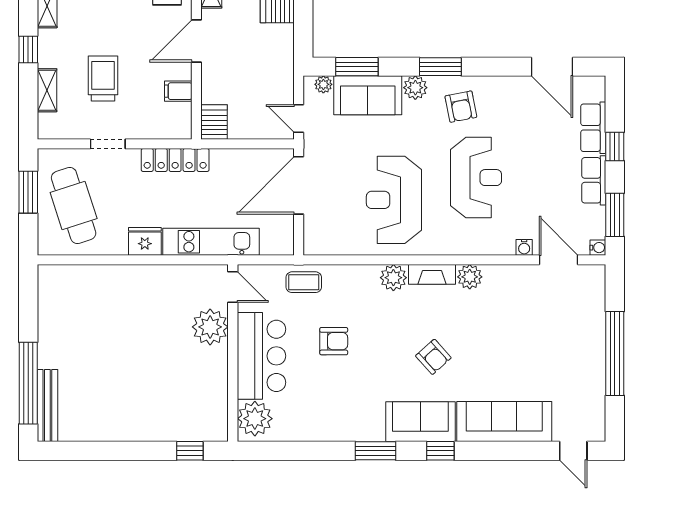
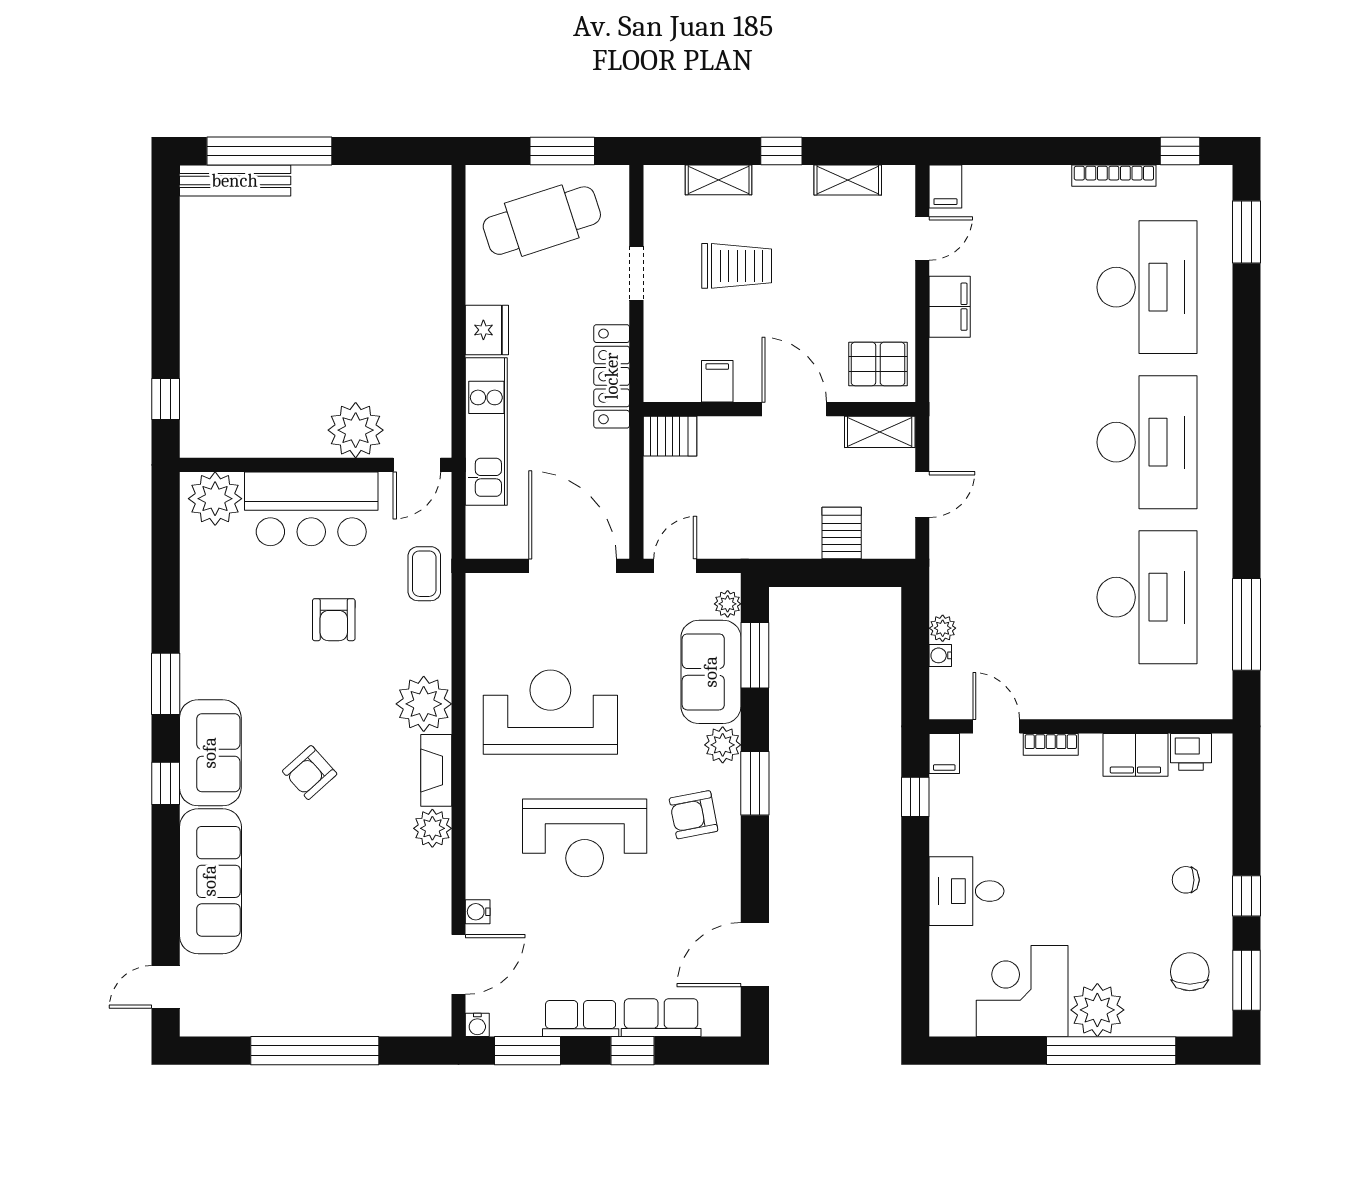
plant: (393, 278) -> (424, 704), width x1.36, depth x1.36

